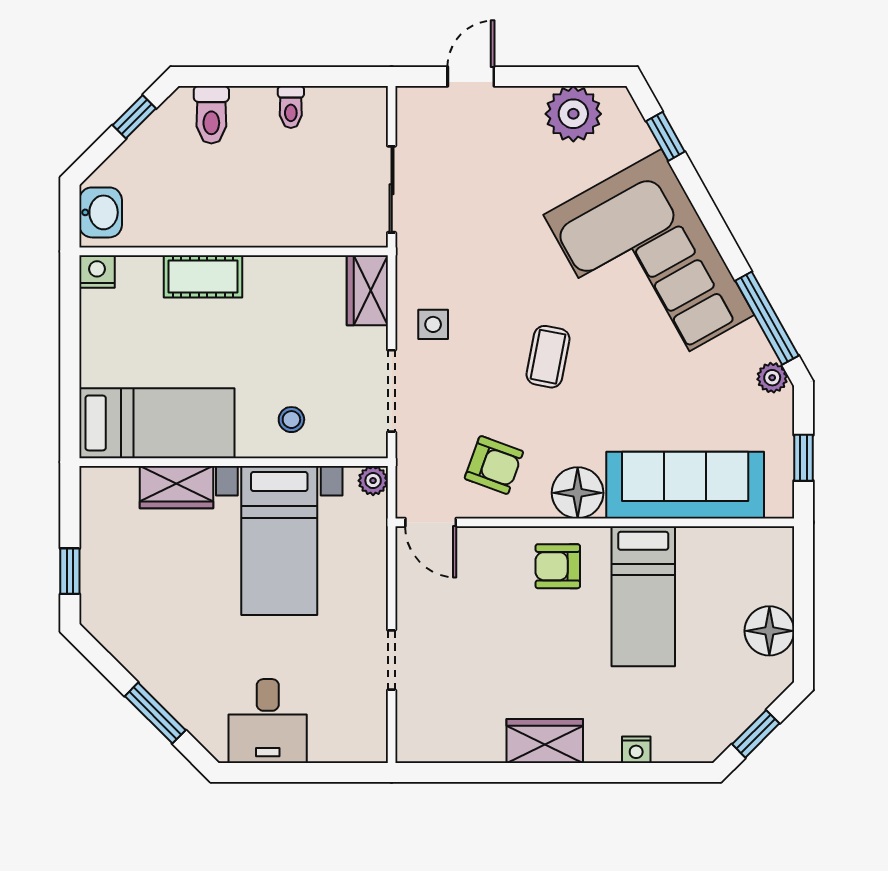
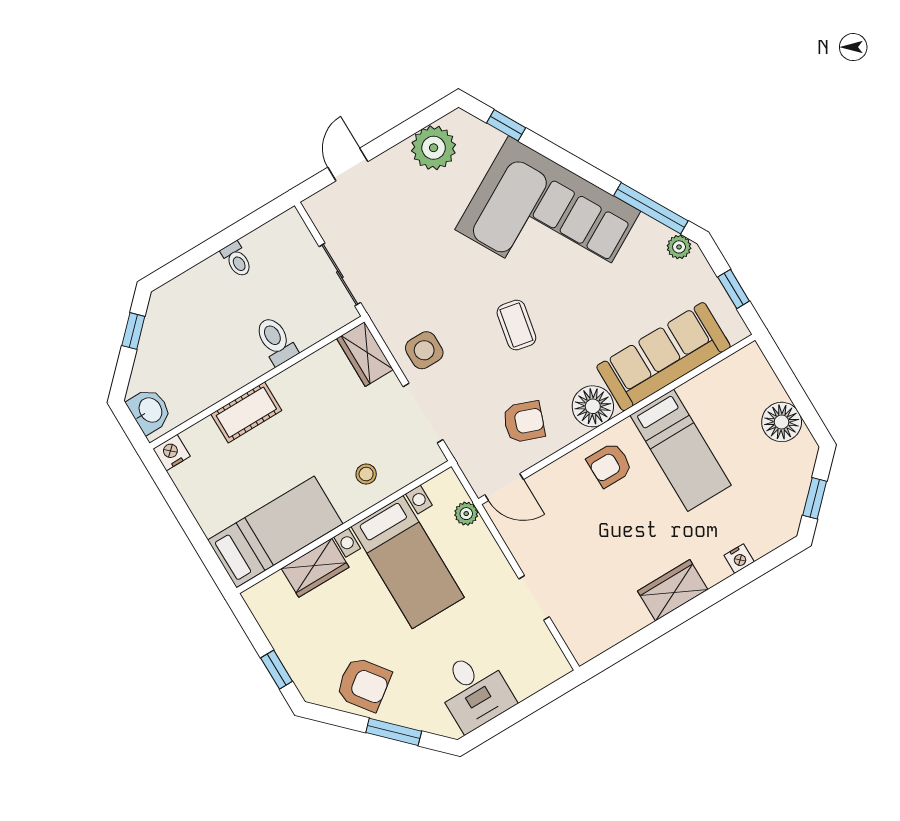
toilet: (211, 115) -> (276, 341), moved, turned 180
side table: (433, 324) -> (424, 350), width x1.37, depth x1.37
plant: (373, 481) -> (466, 514), moved
armchair: (154, 643) -> (364, 684), added

